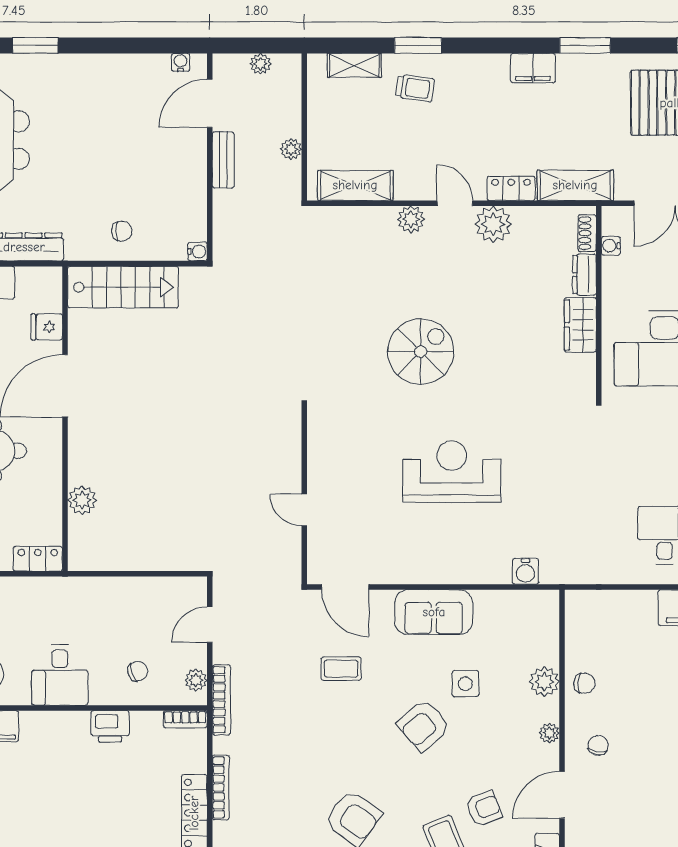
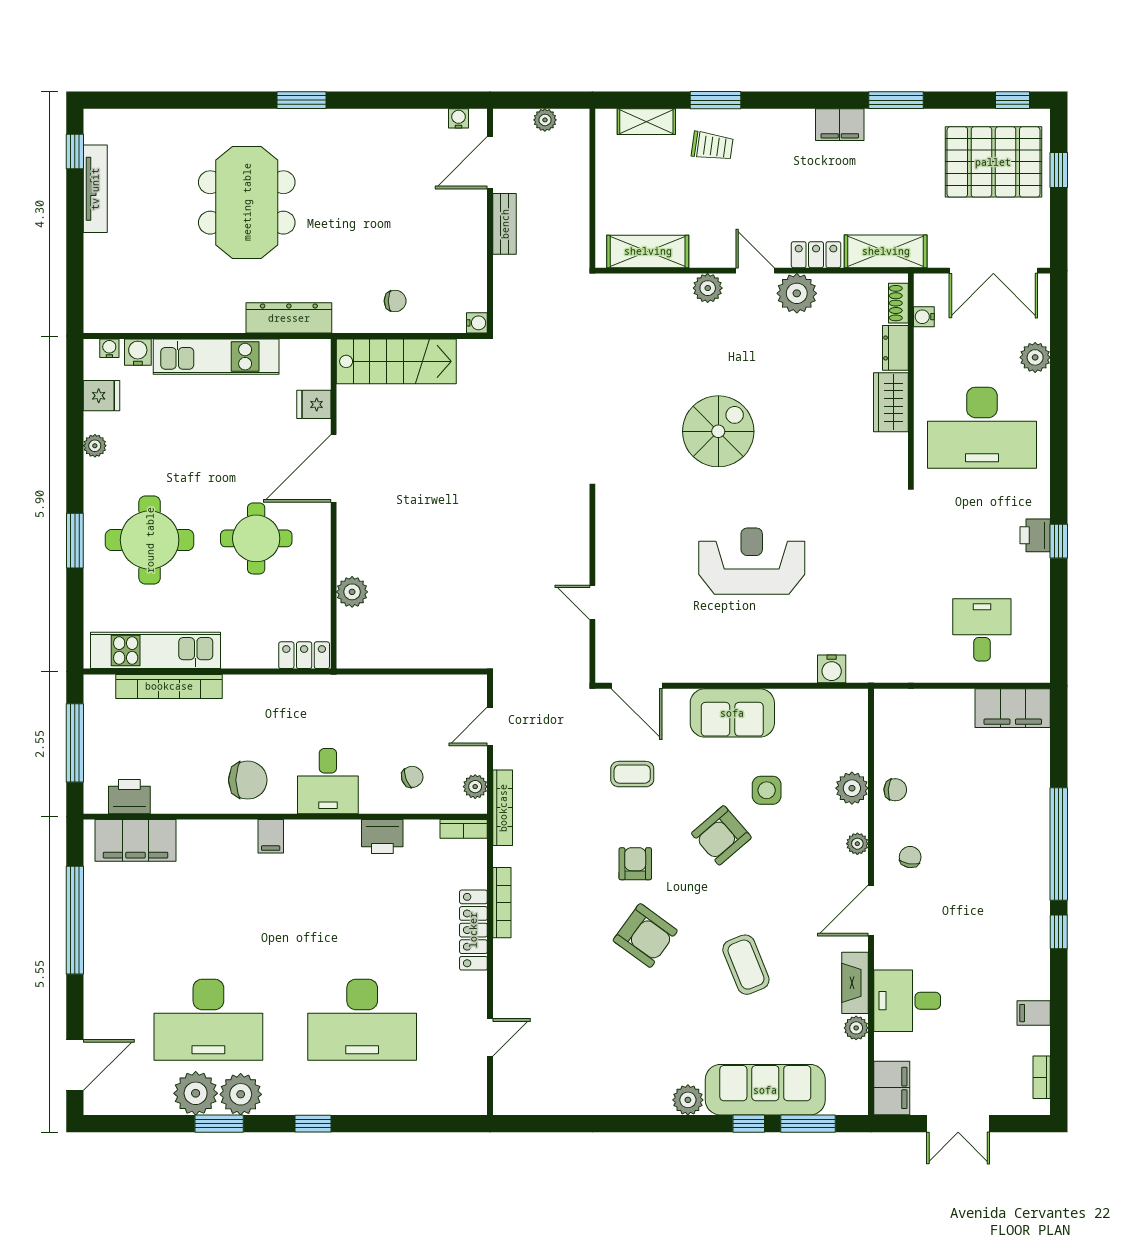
plant: (291, 149) -> (578, 212), removed
armchair: (484, 809) -> (635, 864), moved, turned -69

